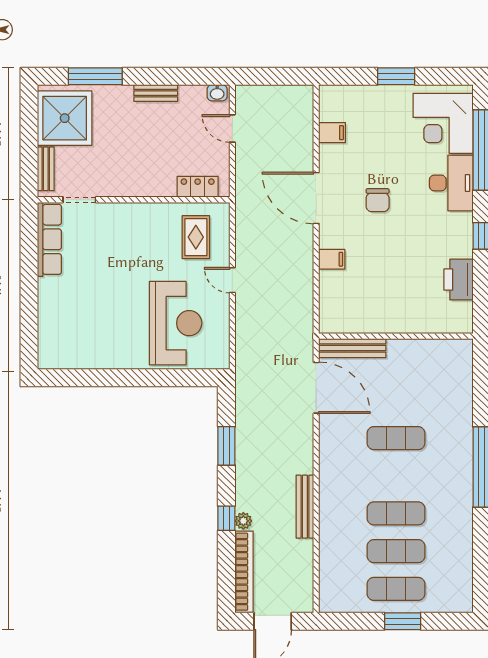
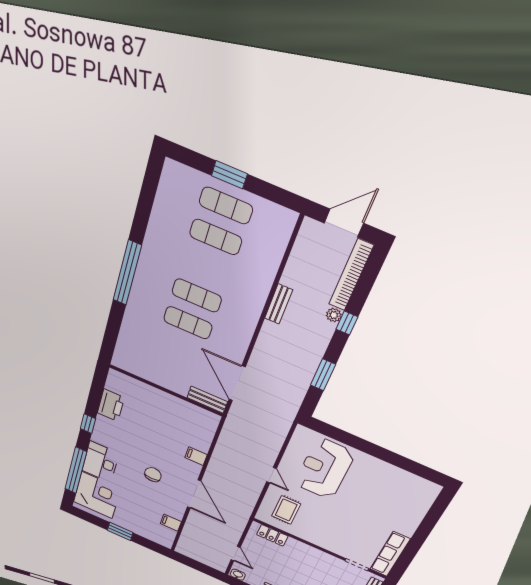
bench: (352, 348) -> (207, 400), width x0.73
bench: (305, 507) -> (278, 304), width x0.73
exercise mat: (396, 513) -> (197, 295), moved

